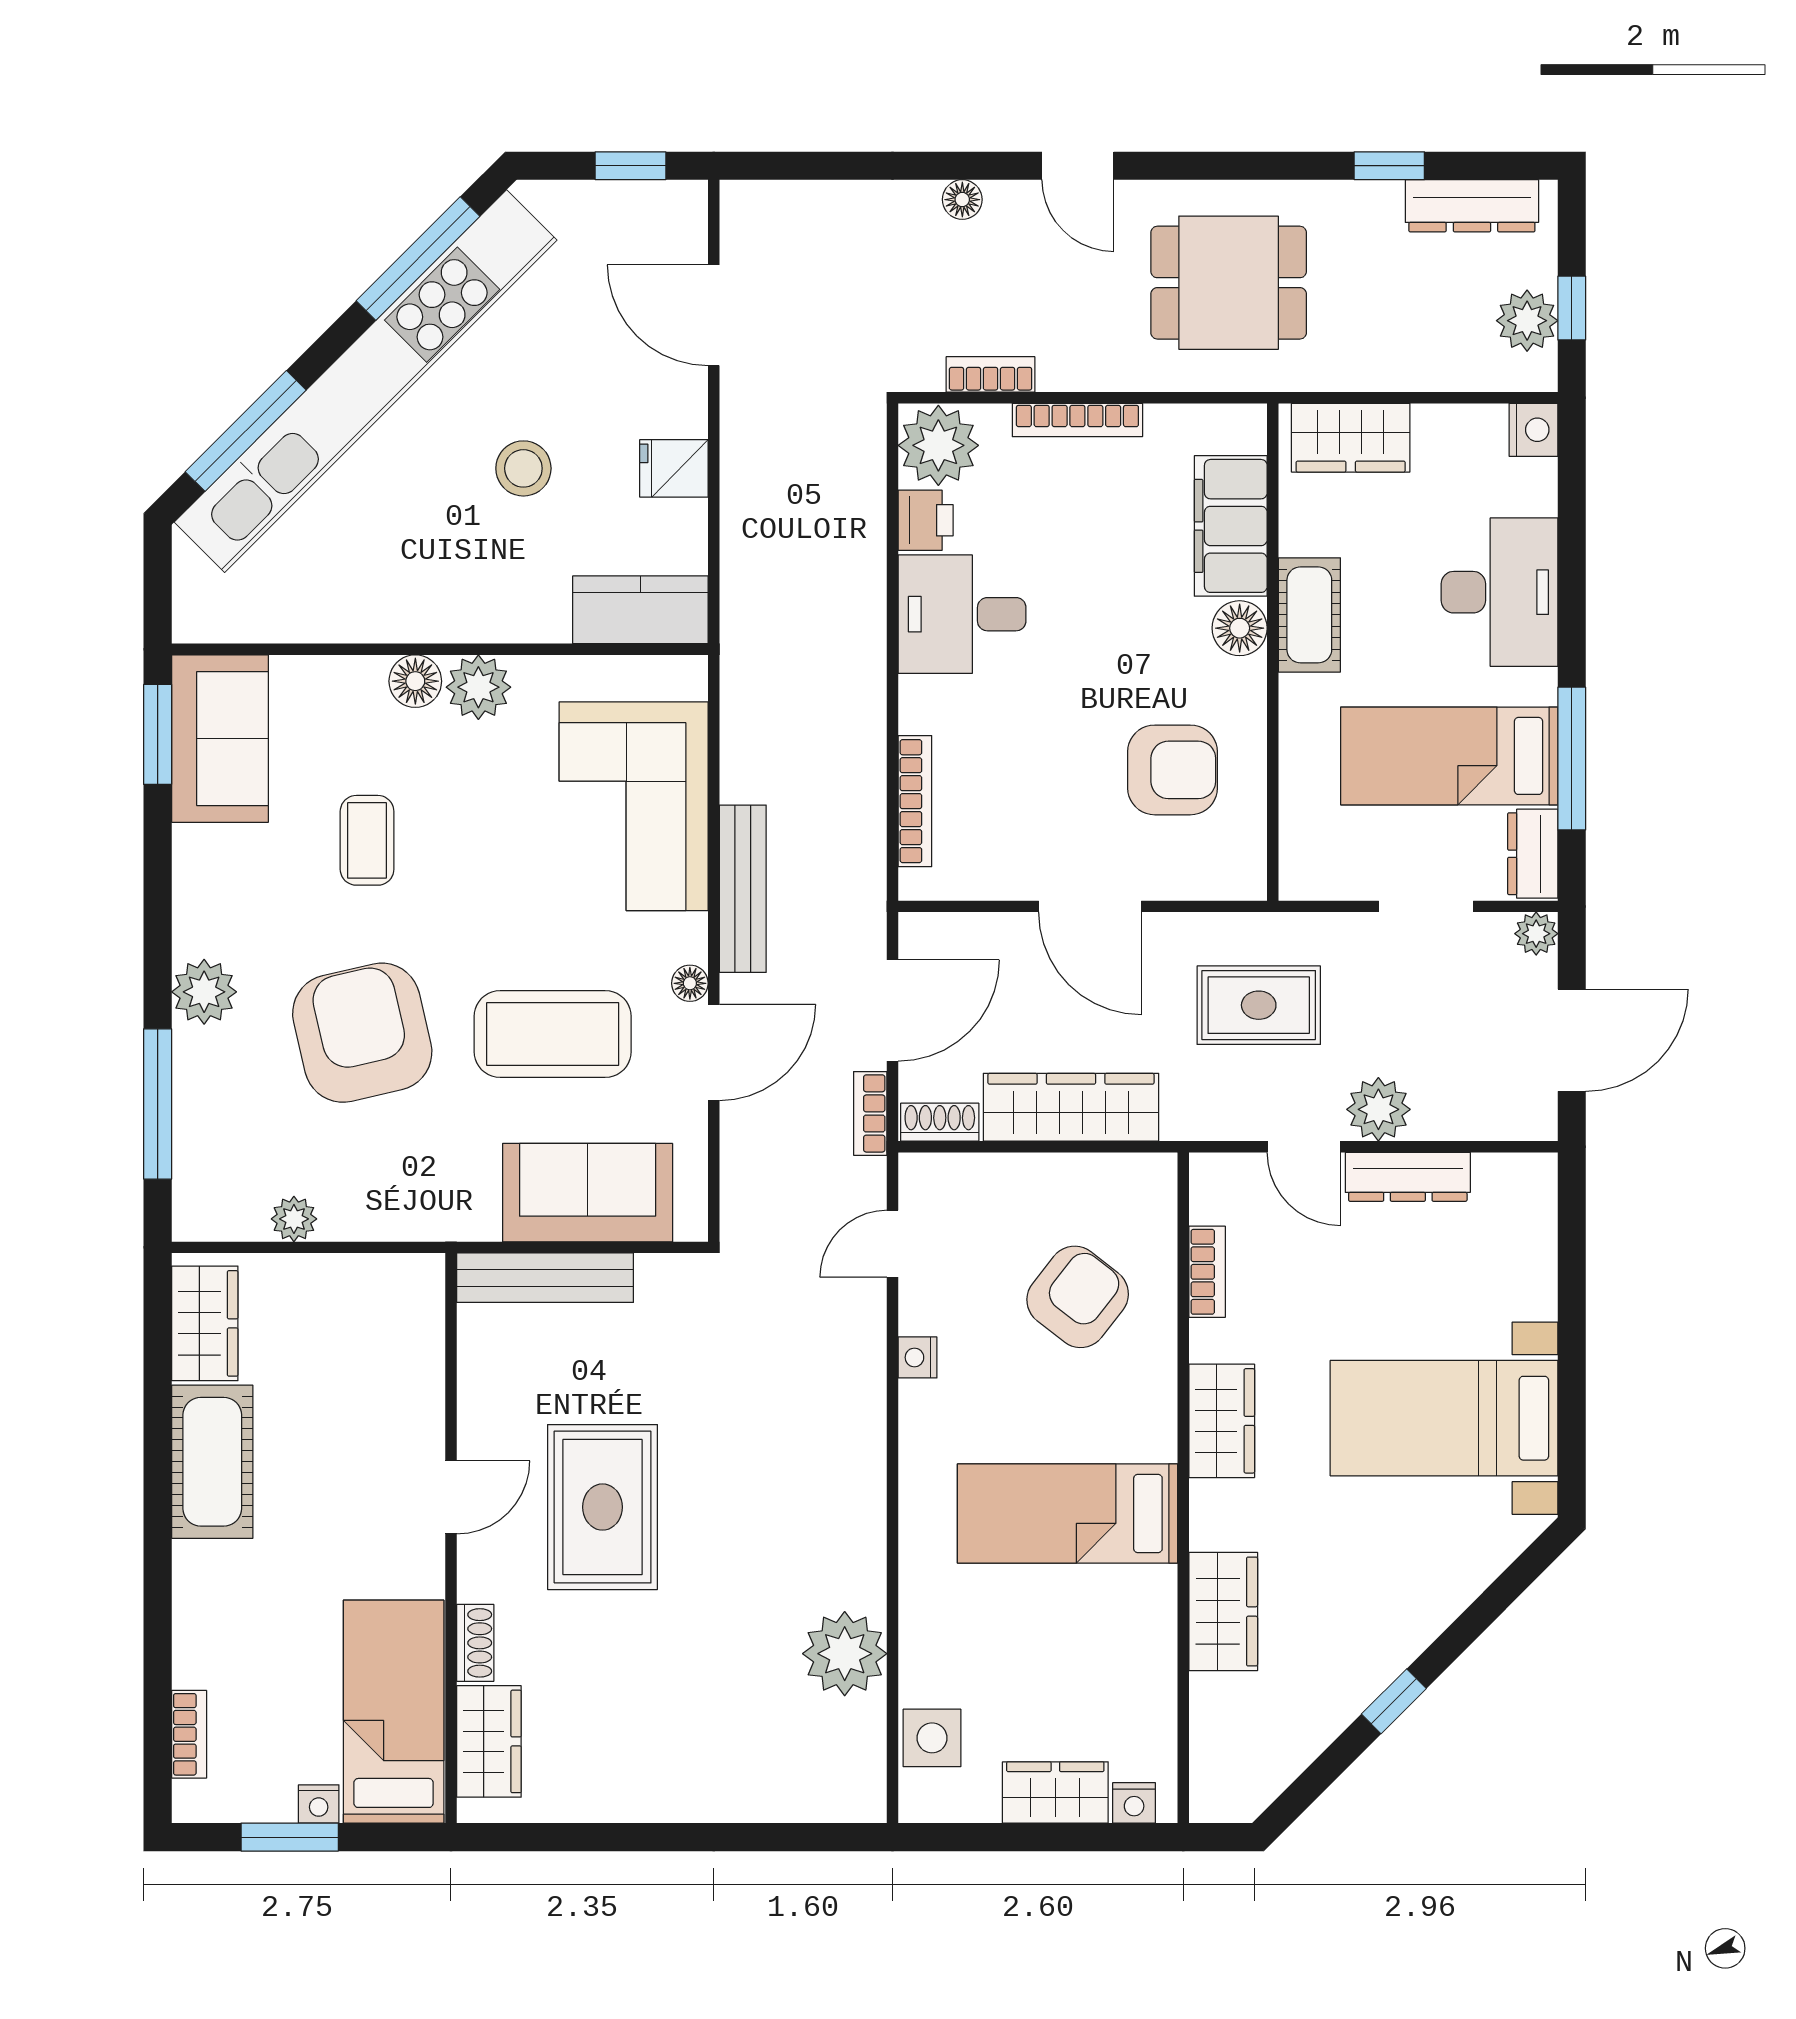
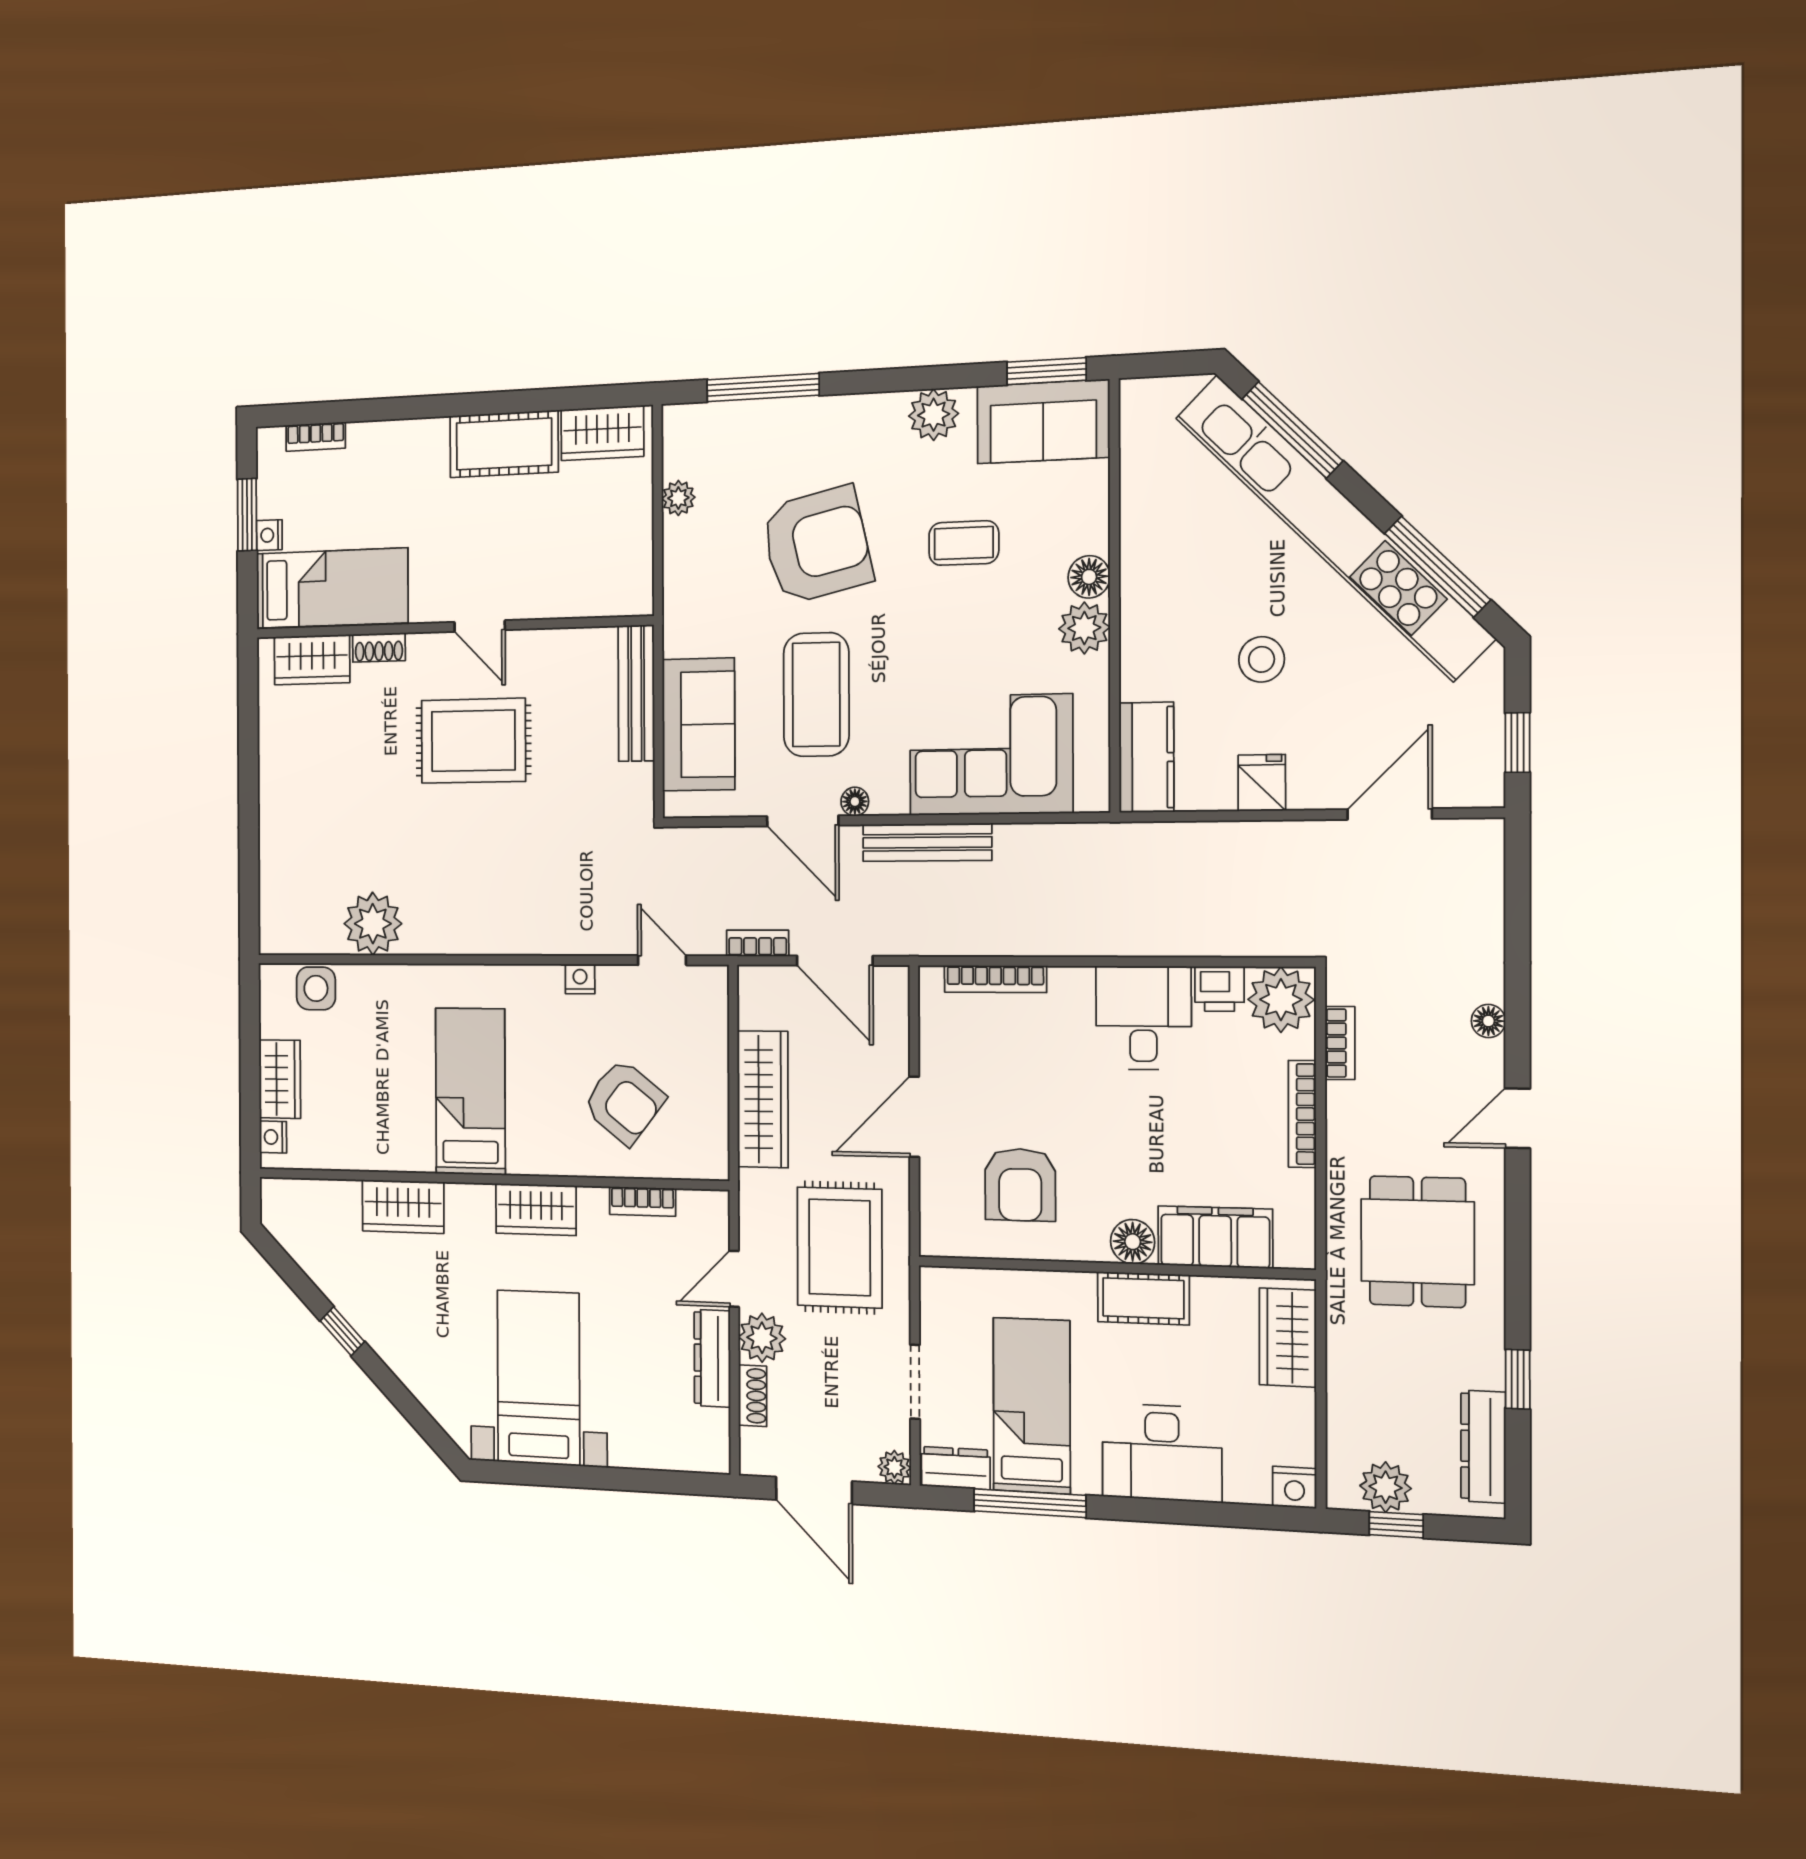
plant: (204, 992) -> (934, 415), moved
rug: (1259, 1005) -> (840, 1247), width x1.36, depth x1.43
shoe rack: (940, 1122) -> (753, 1396), moved

